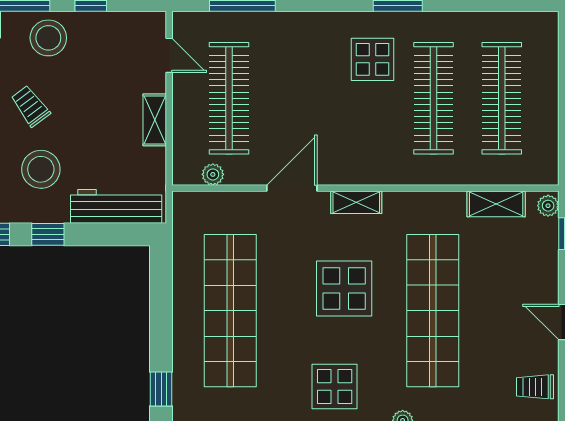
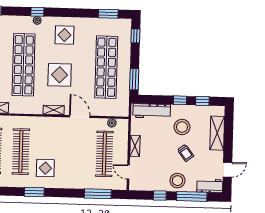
door: (292, 188) -> (80, 116), swing flipped
window: (161, 283) -> (134, 79), added

